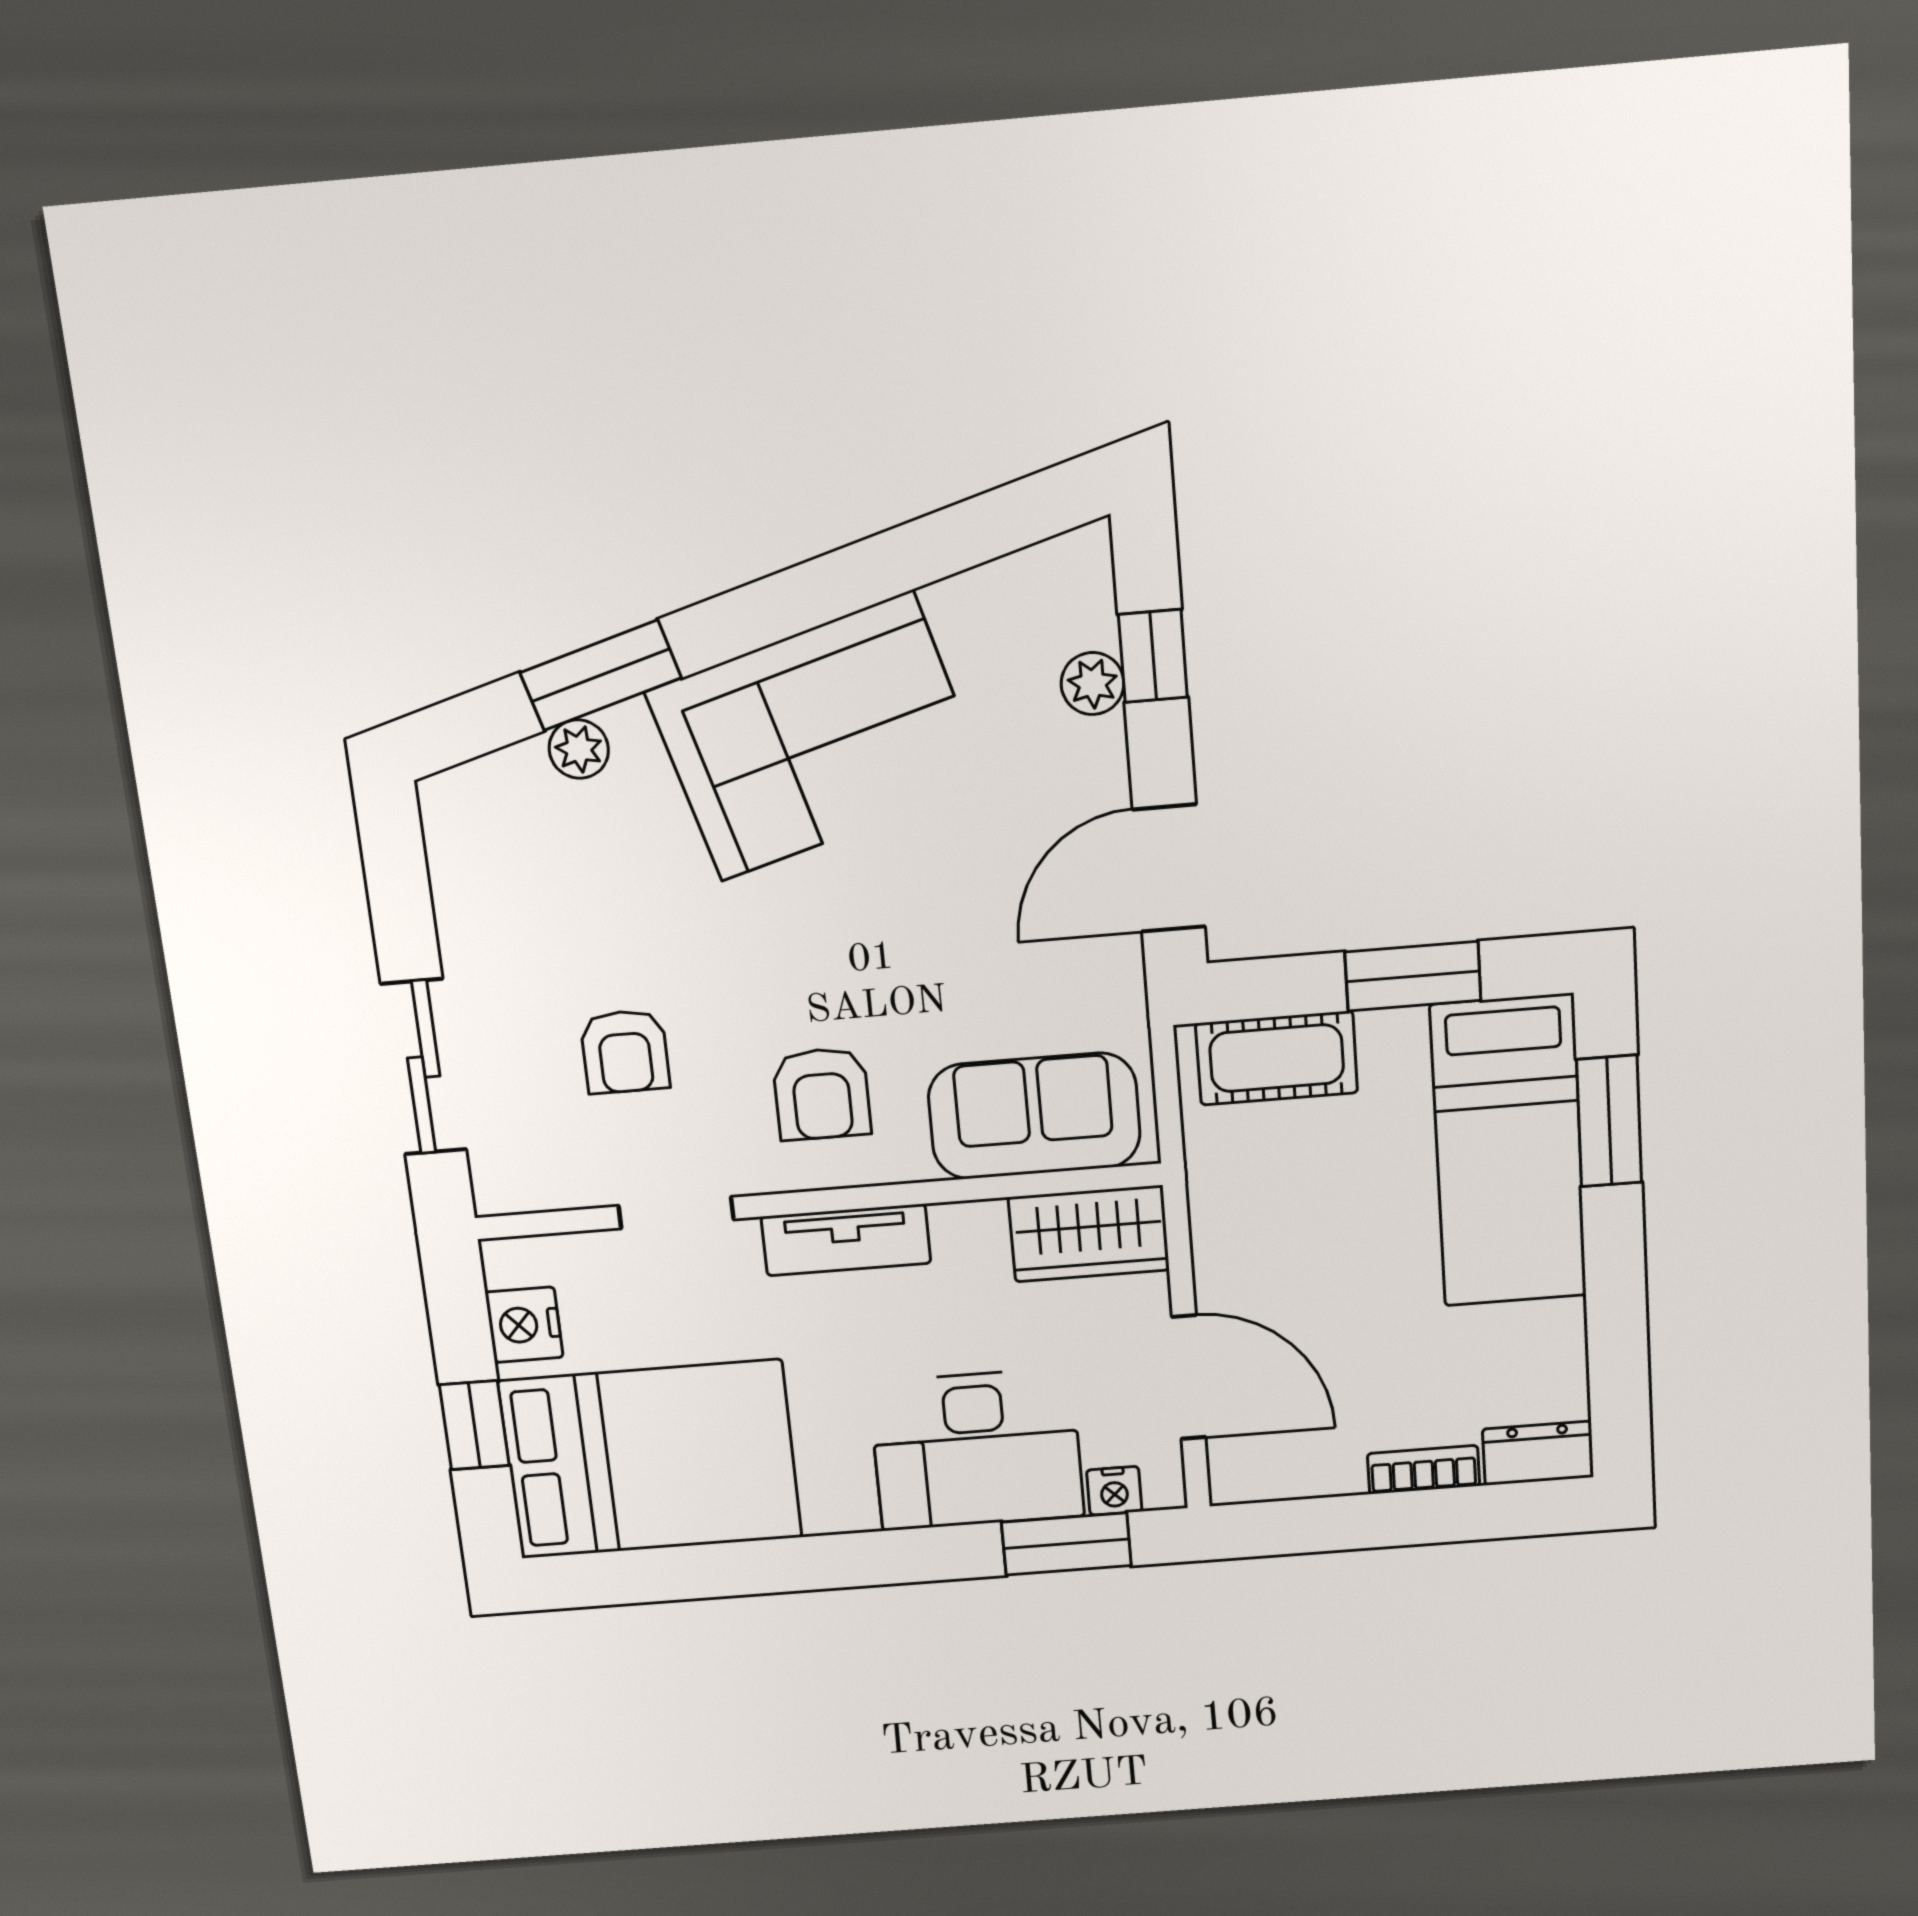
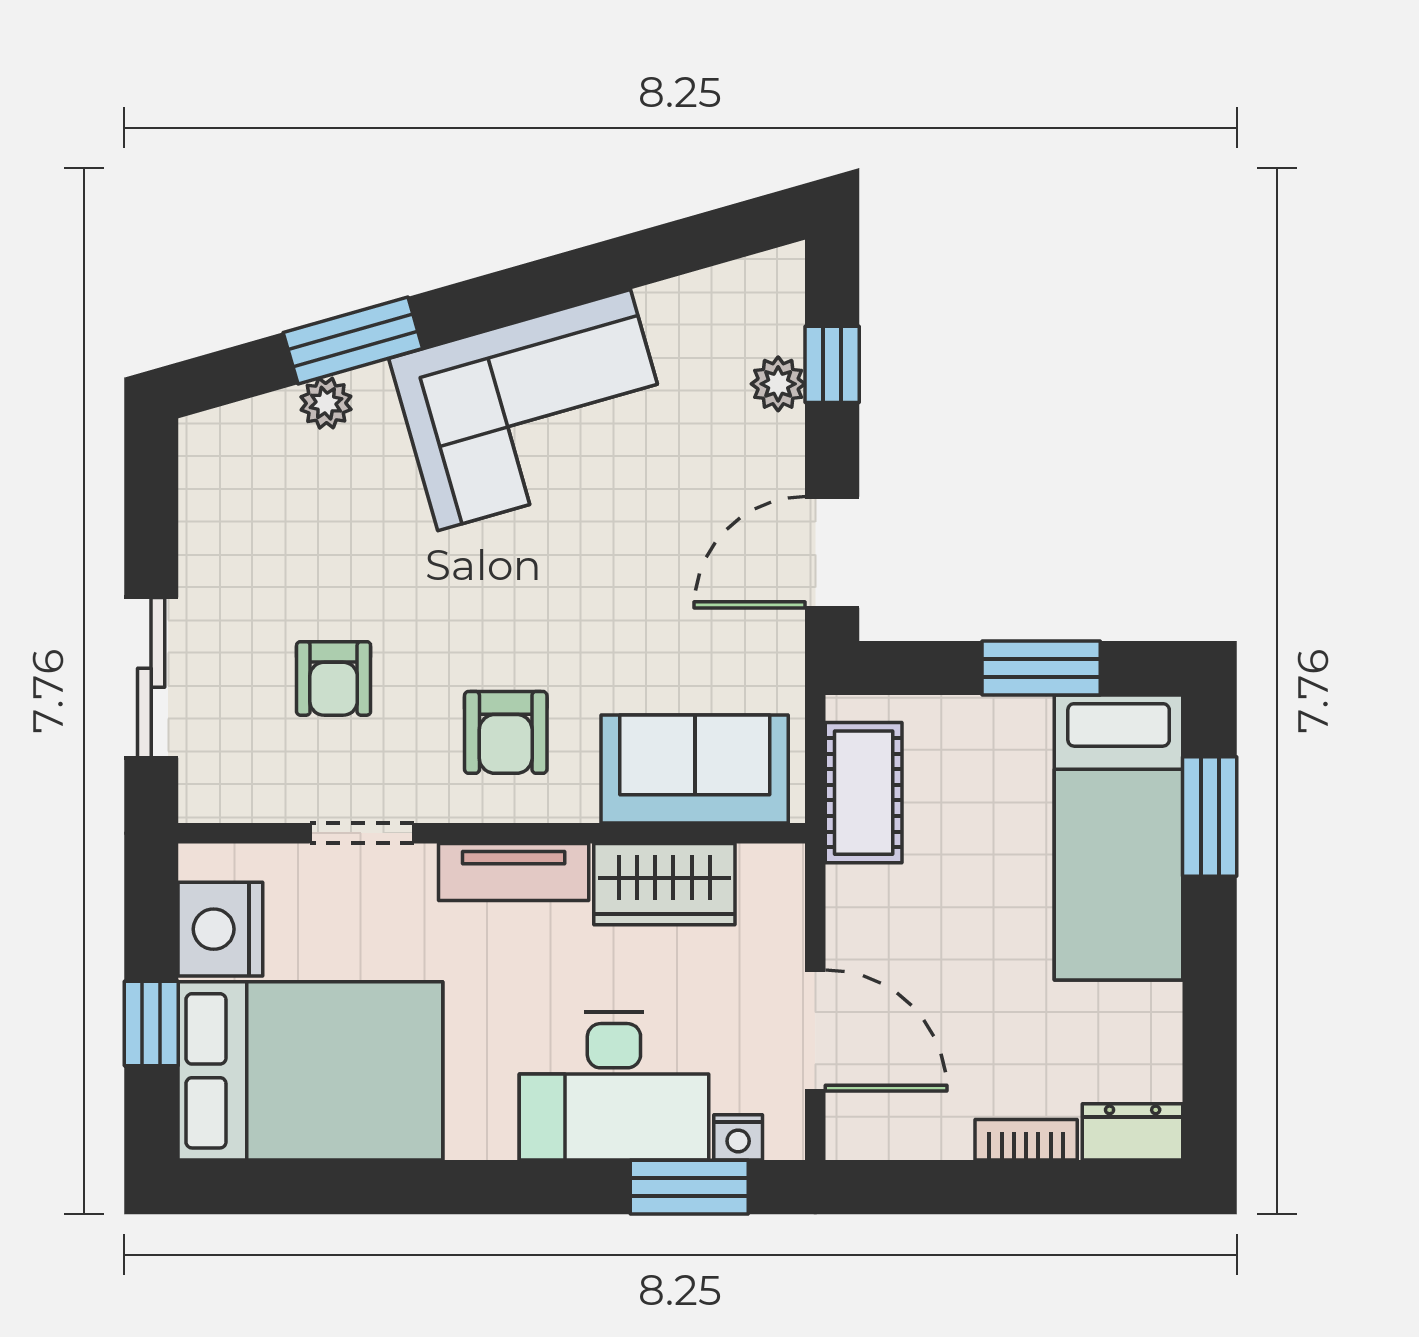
cot: (1277, 1058) -> (864, 793), moved, turned 90
wardrobe: (1089, 1234) -> (664, 884), moved
nightstand: (524, 1325) -> (220, 929), width x1.36, depth x1.33

